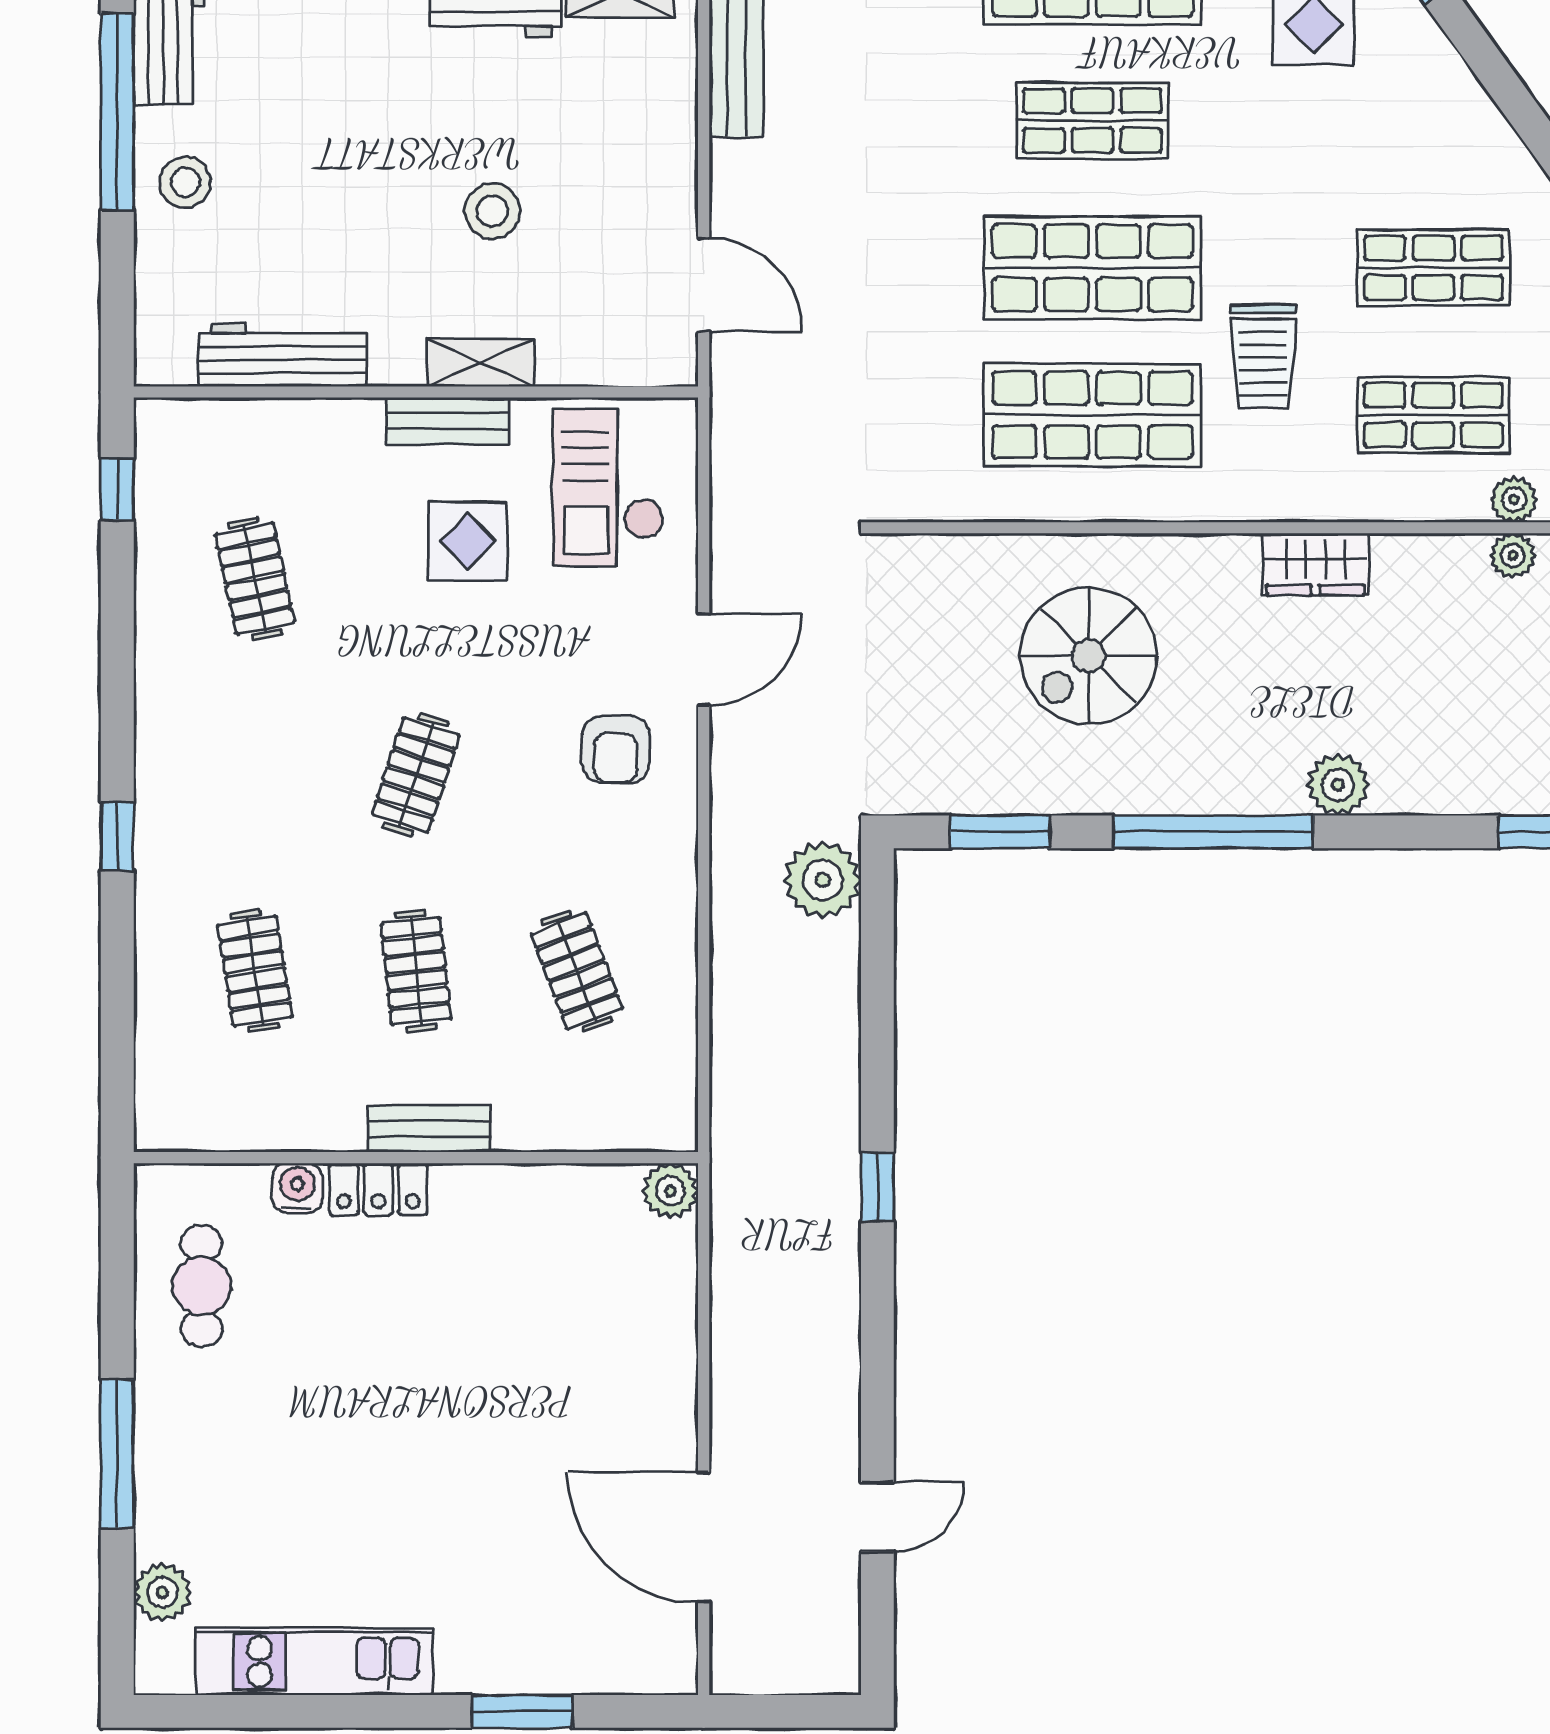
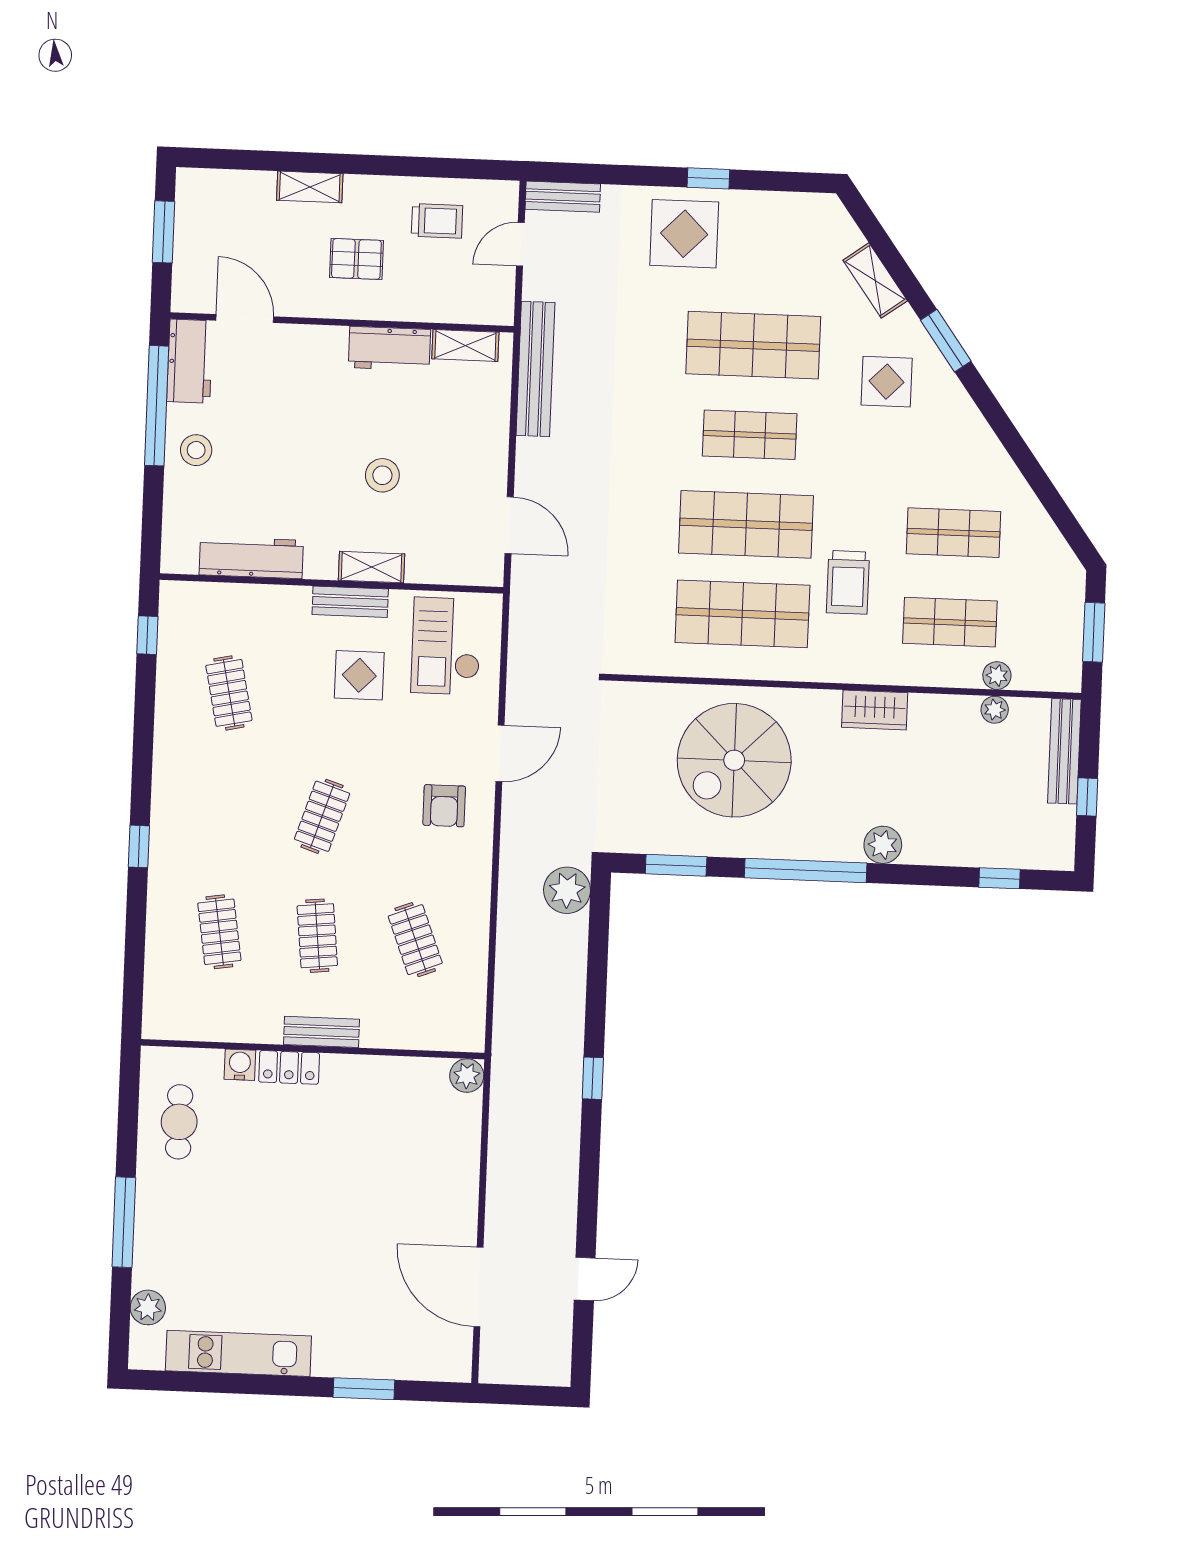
spiral stairs: (1088, 656) -> (734, 760), width x1.37, depth x1.37

